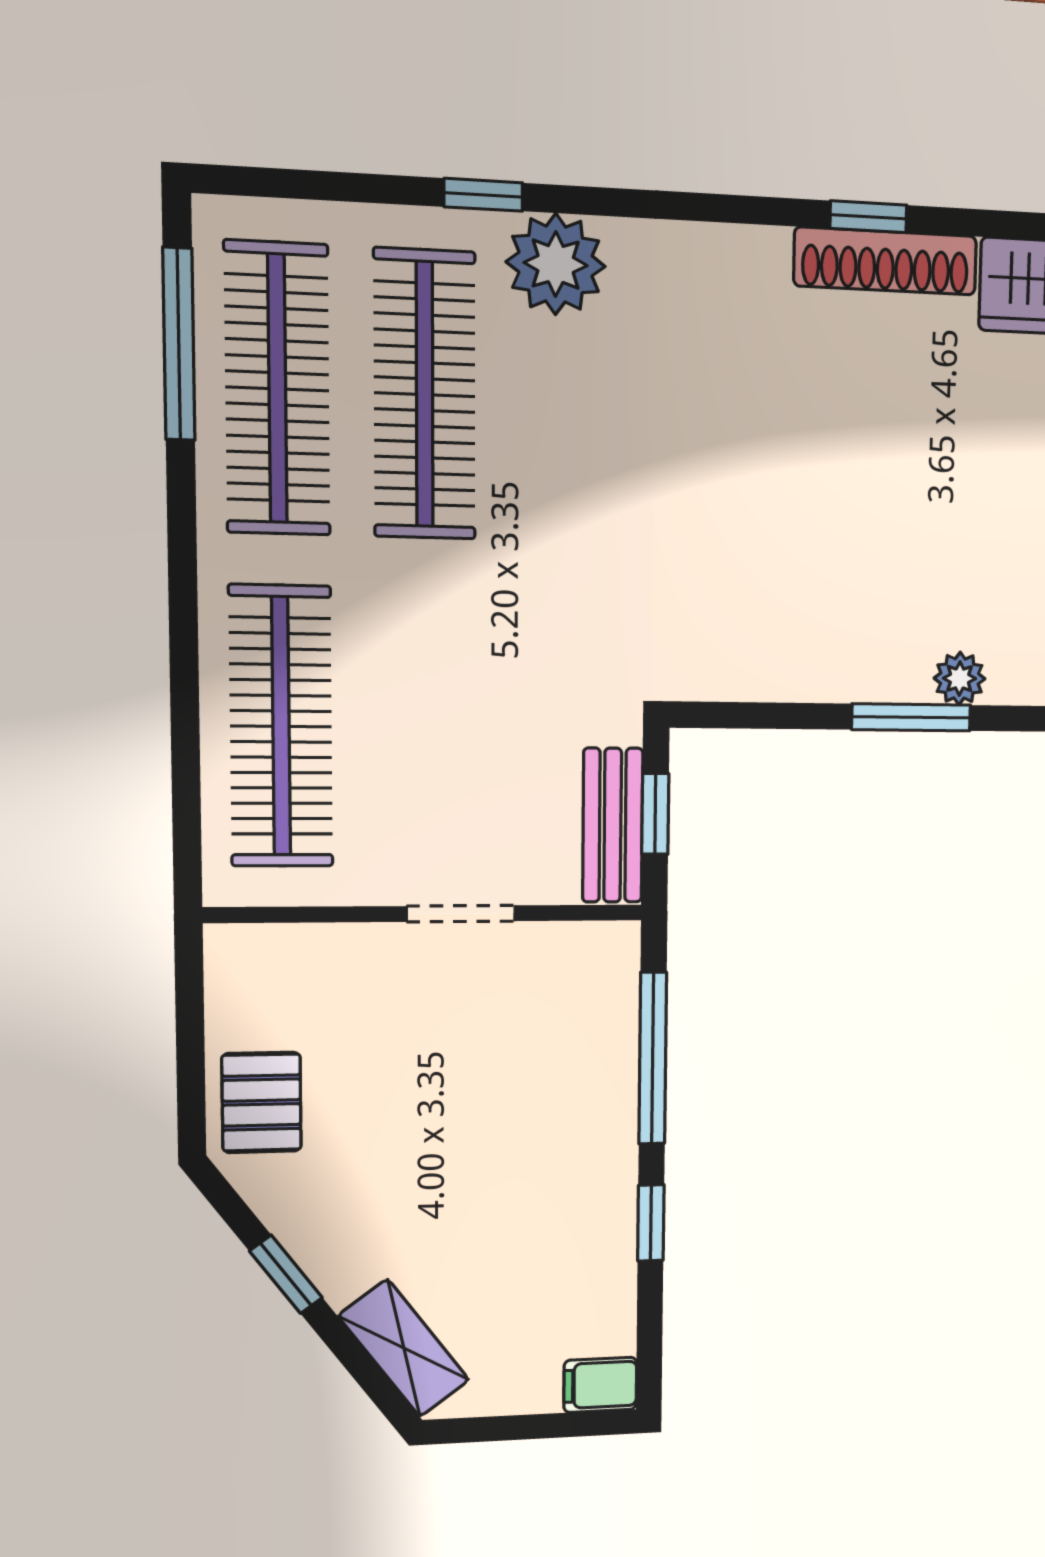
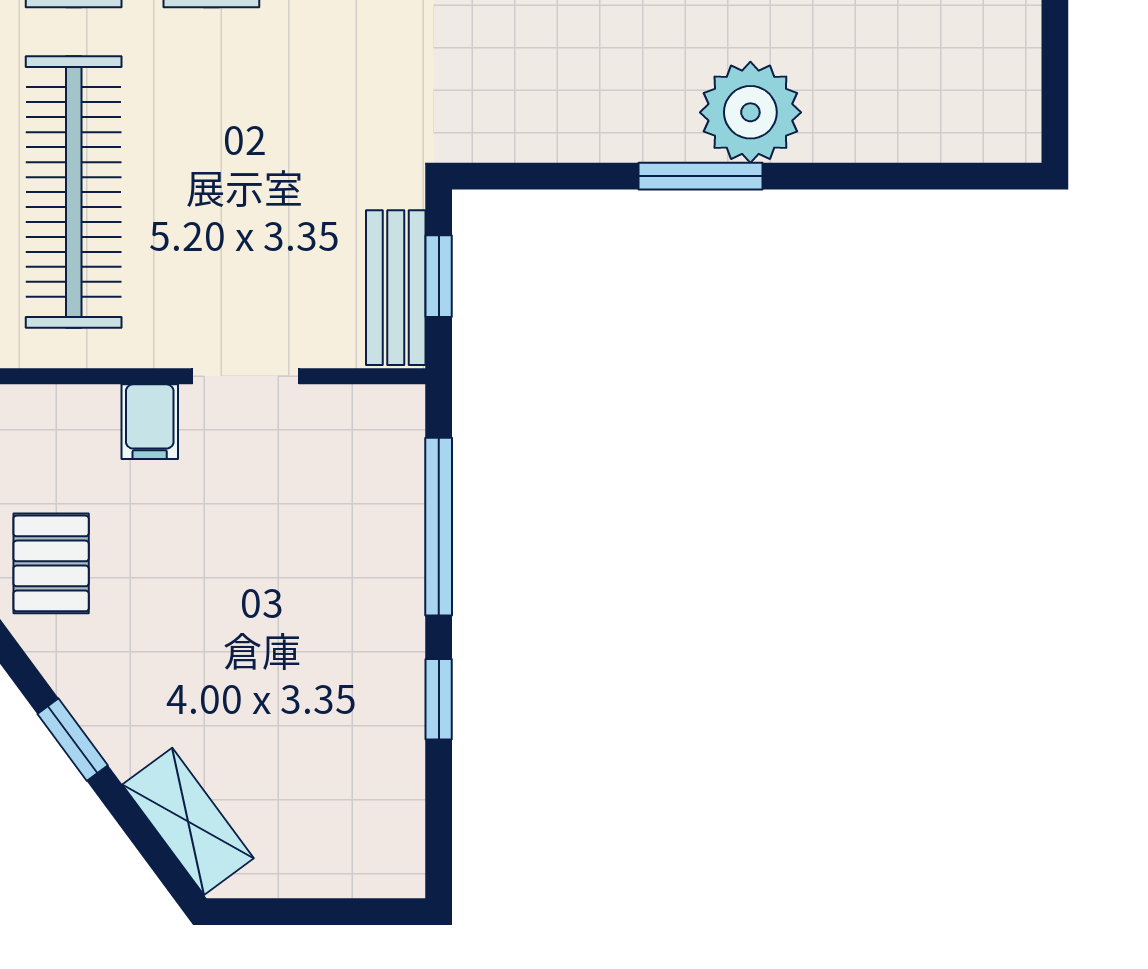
plant: (960, 678) -> (750, 112), width x1.87, depth x1.87
filing cabinet: (600, 1385) -> (150, 422), moved, turned -90

